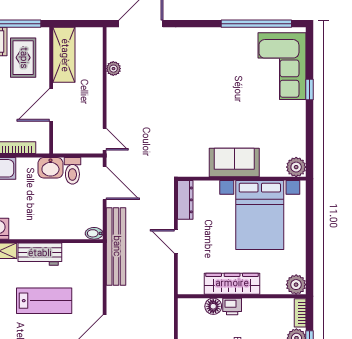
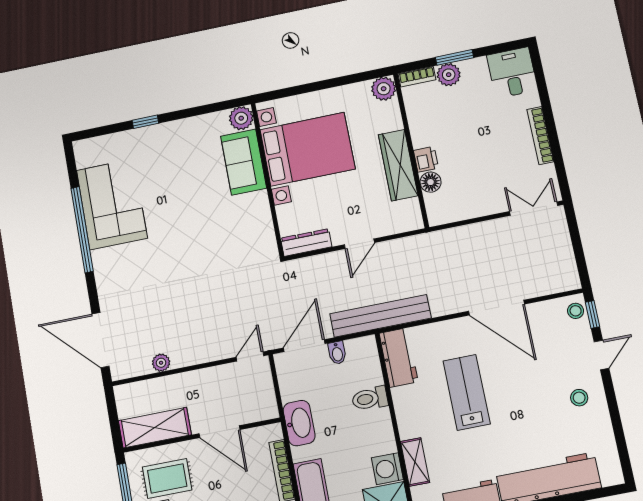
window: (256, 24) -> (82, 230), moved
corner sofa: (282, 66) -> (112, 204), moved, turned -90
sofa: (234, 162) -> (244, 162), moved
washbasin: (50, 168) -> (299, 423), width x1.38
toilet: (72, 171) -> (370, 399), moved, turned 180
bidet: (94, 233) -> (337, 353), moved
workbench: (40, 254) -> (399, 358), moved

